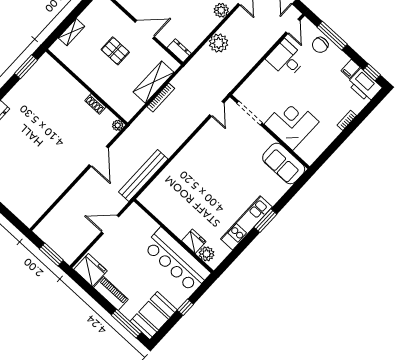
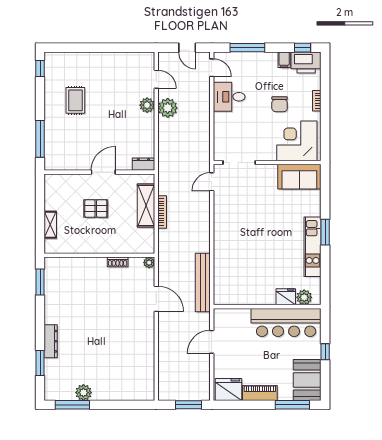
plant: (219, 43) -> (168, 108), moved
chair: (320, 45) -> (280, 104), moved
door: (217, 109) -> (212, 182), swing flipped
corner desk: (292, 123) -> (297, 141), moved

